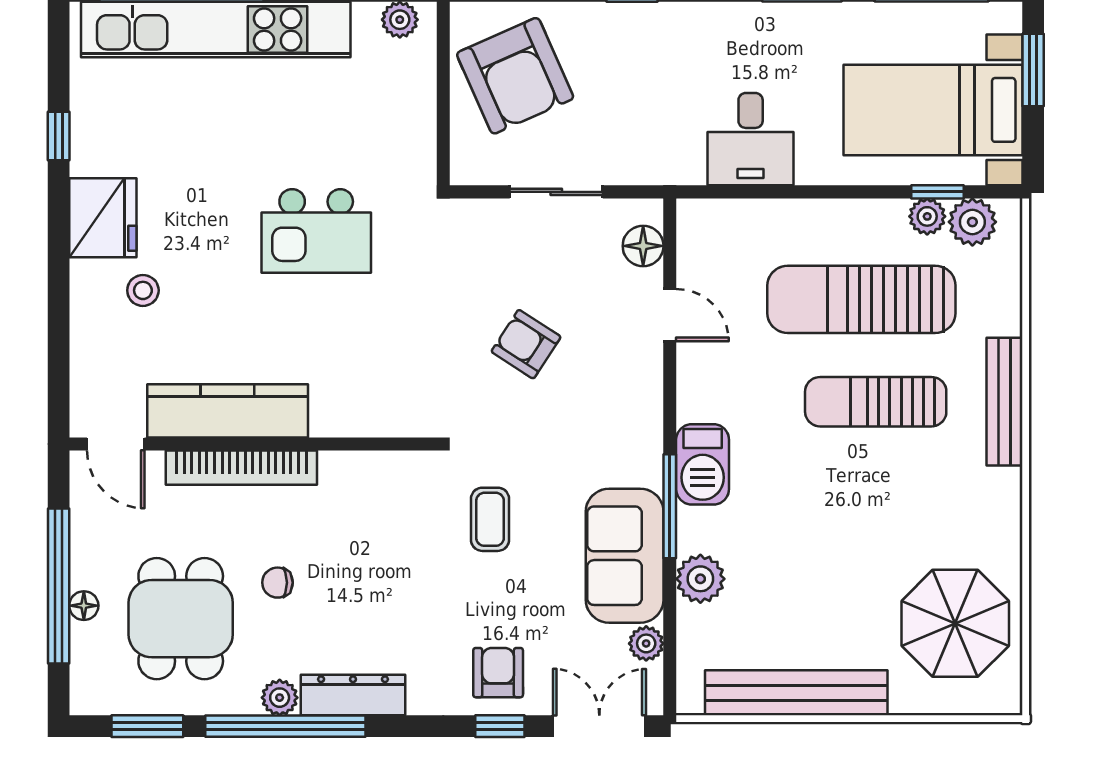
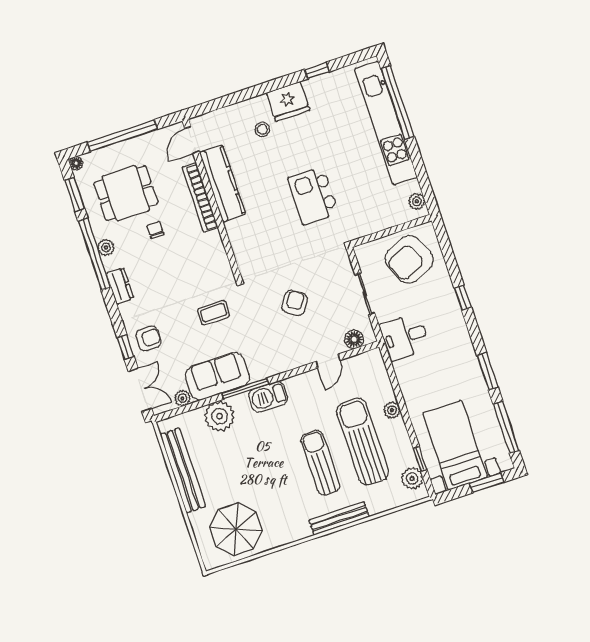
desk: (751, 139) -> (405, 337), moved
plant: (927, 216) -> (392, 410), moved
plant: (700, 579) -> (220, 416), width x1.36, depth x1.36
floor lamp: (84, 606) -> (76, 163), moved
dresser: (353, 695) -> (120, 286), width x0.70

